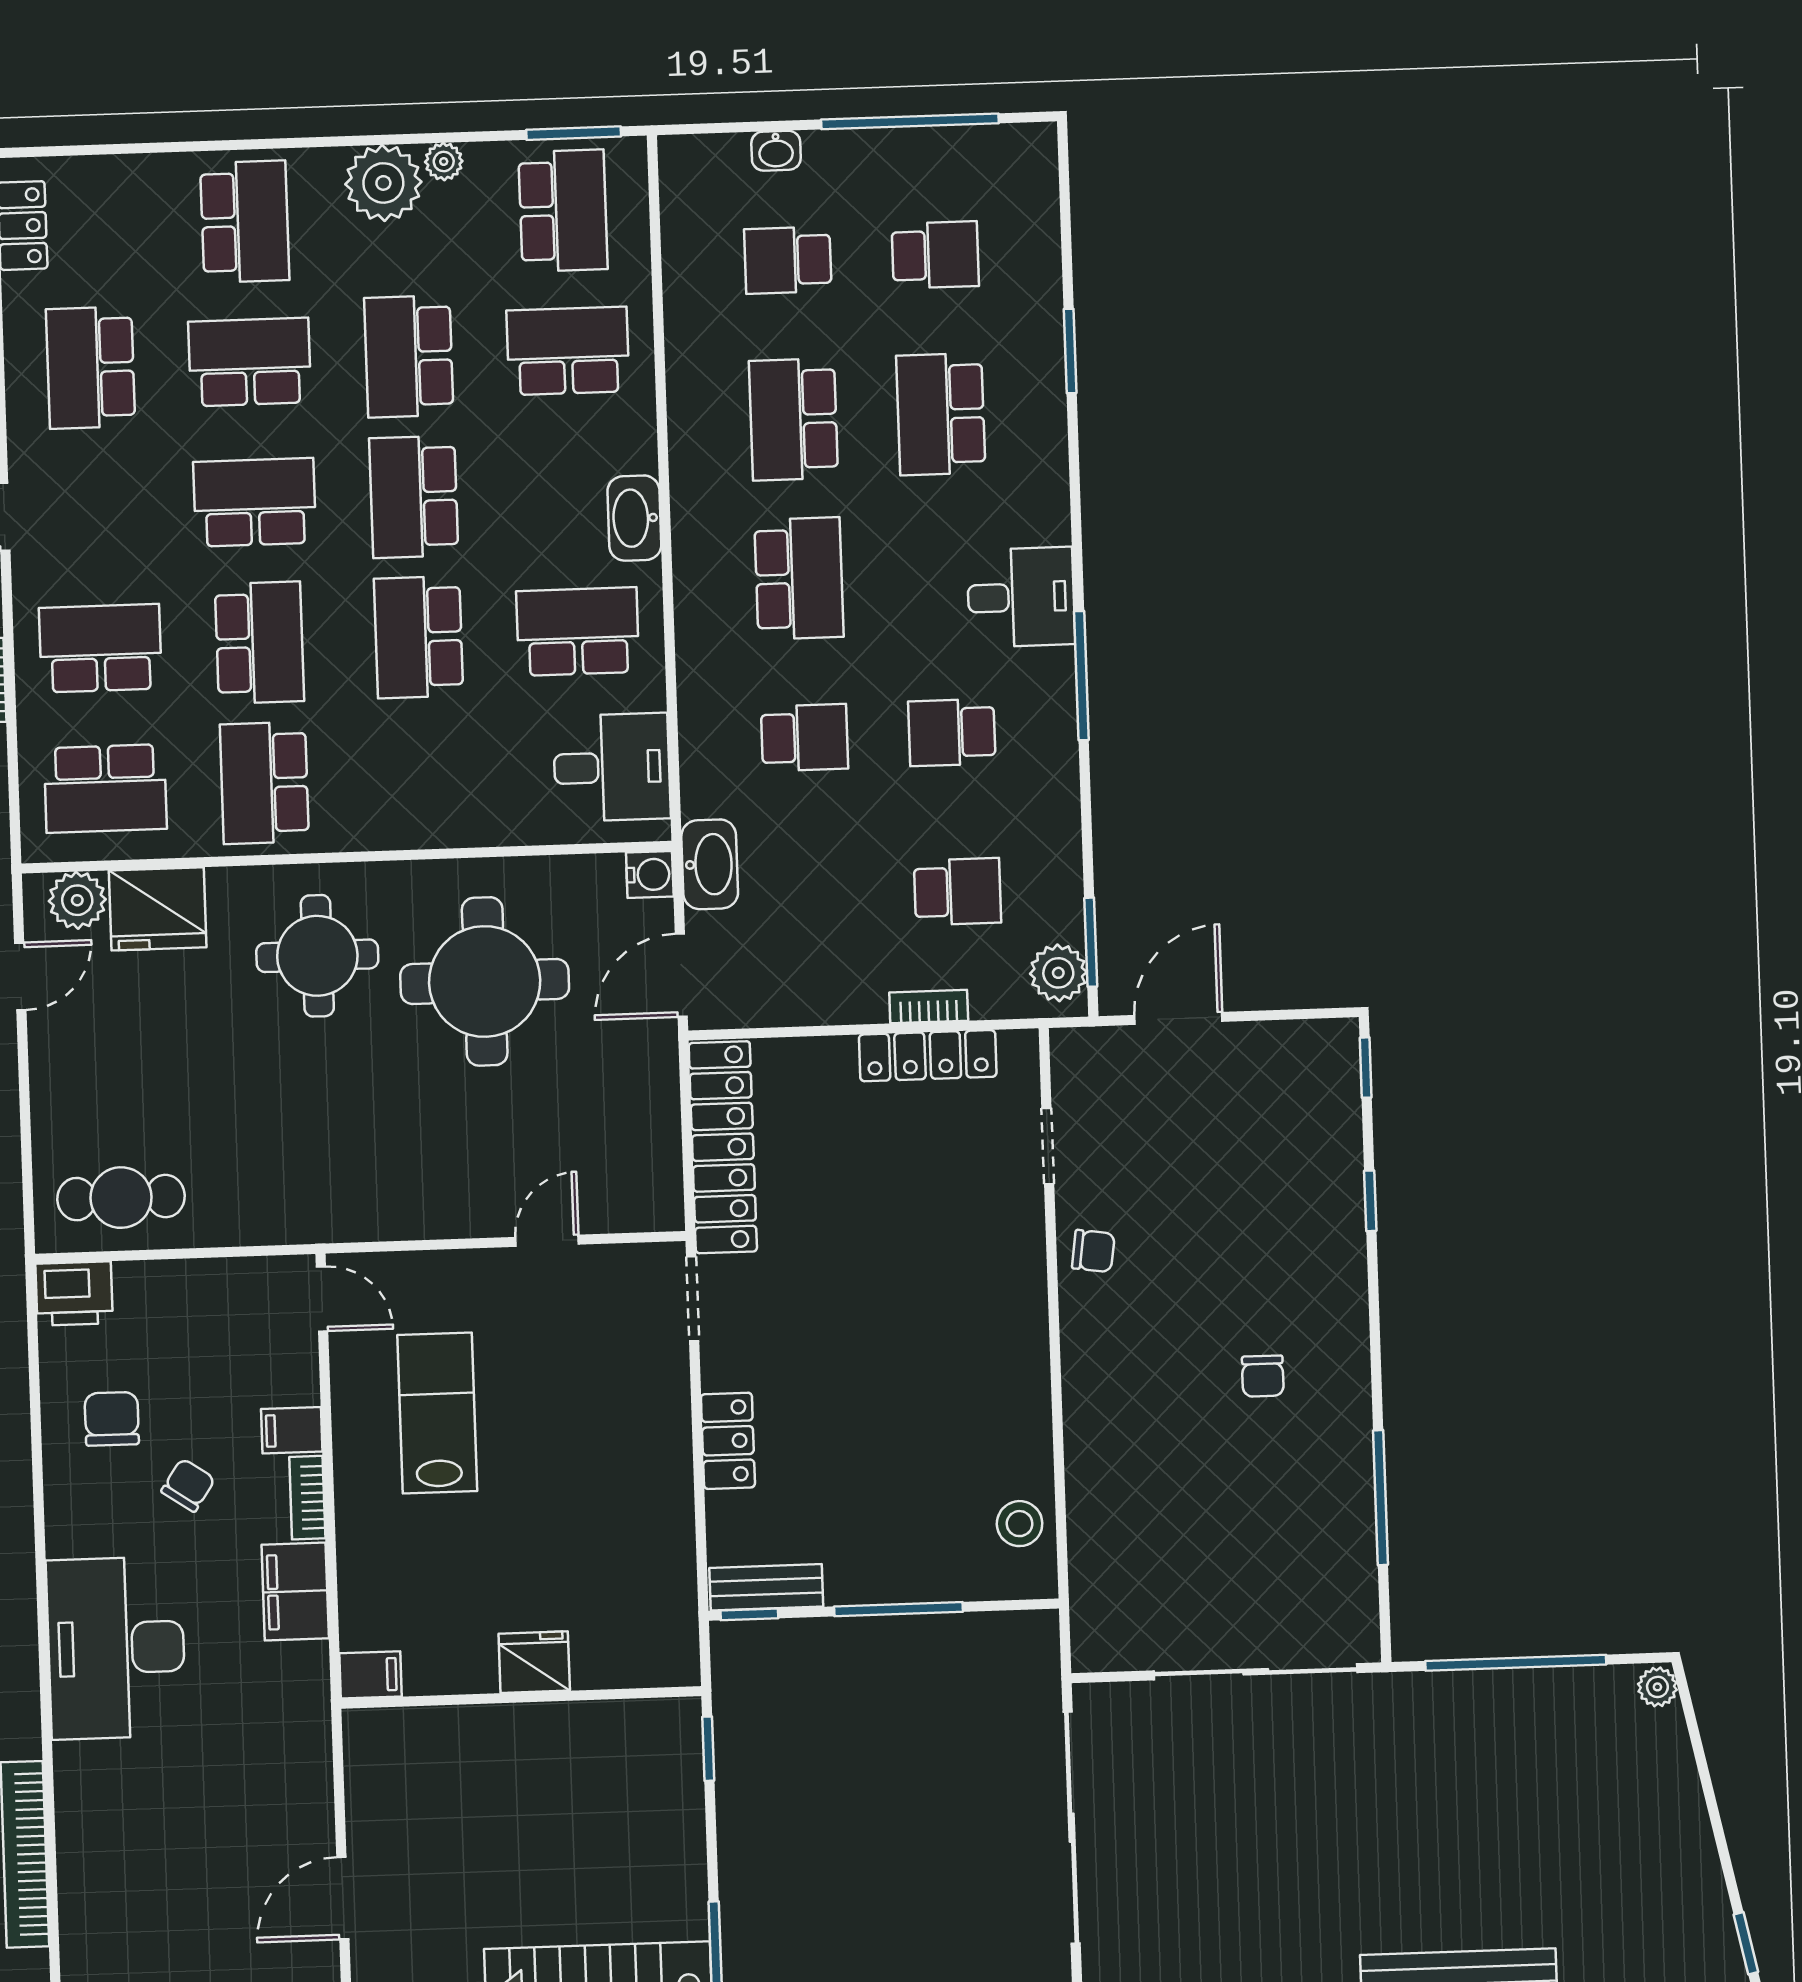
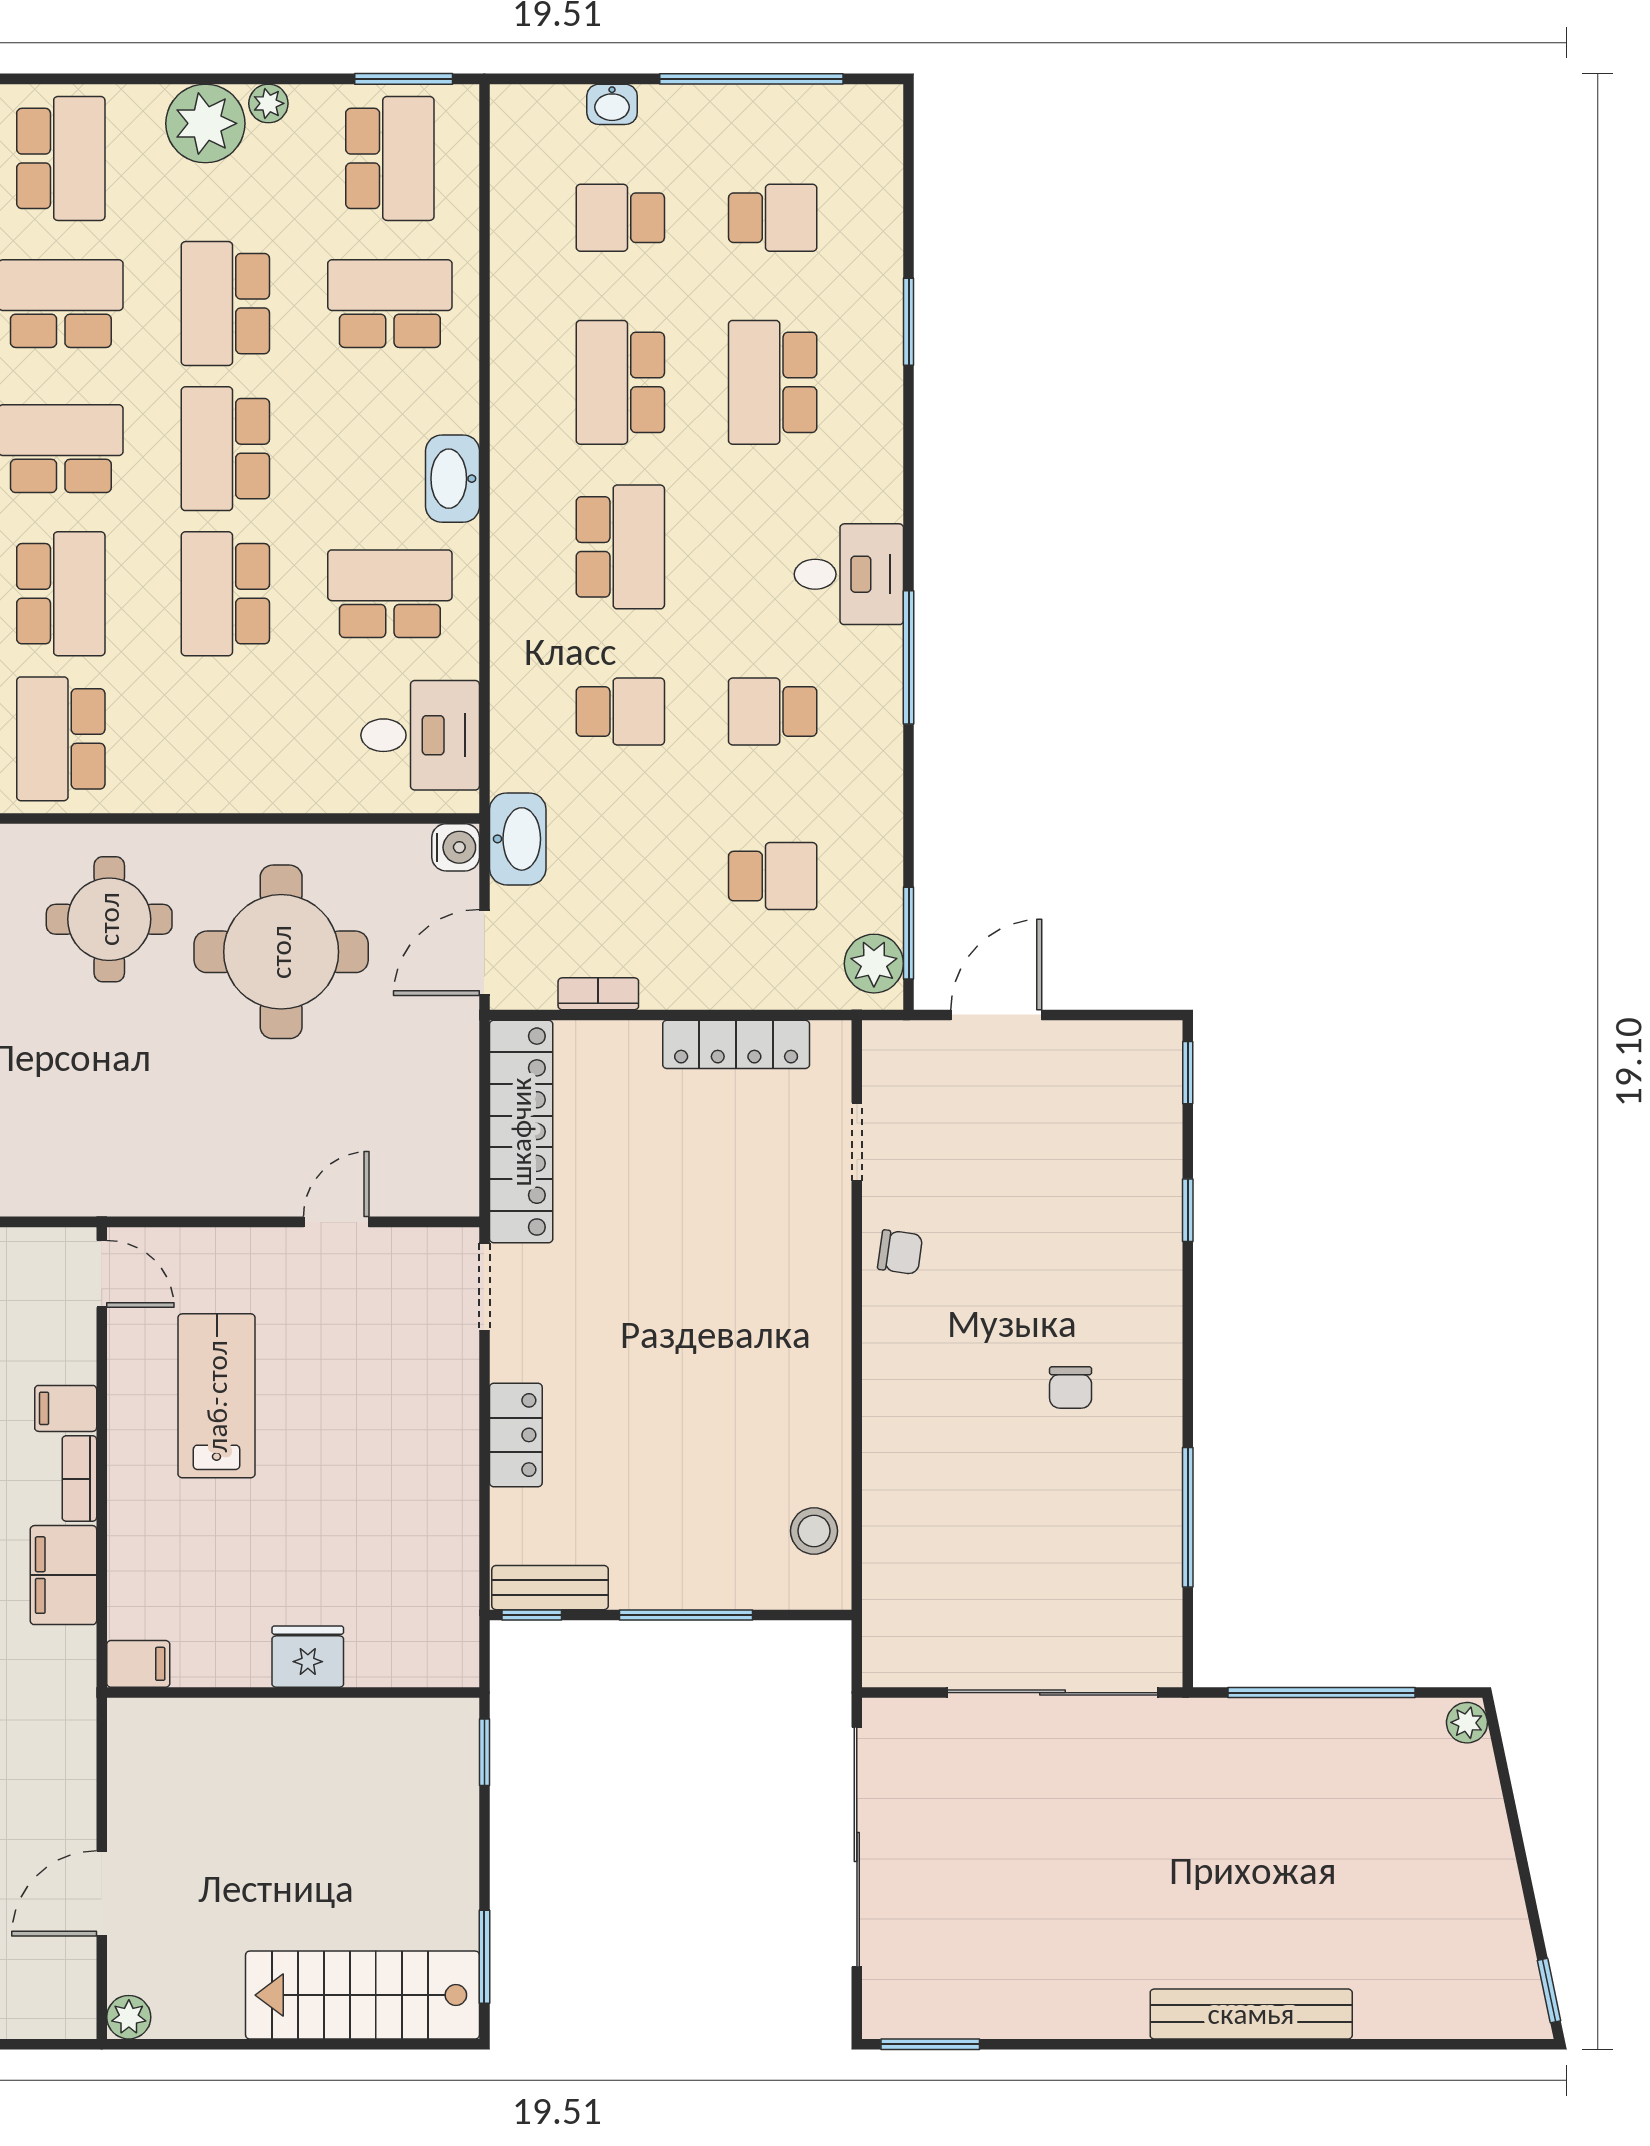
bookcase: (929, 1007) -> (598, 994), moved

